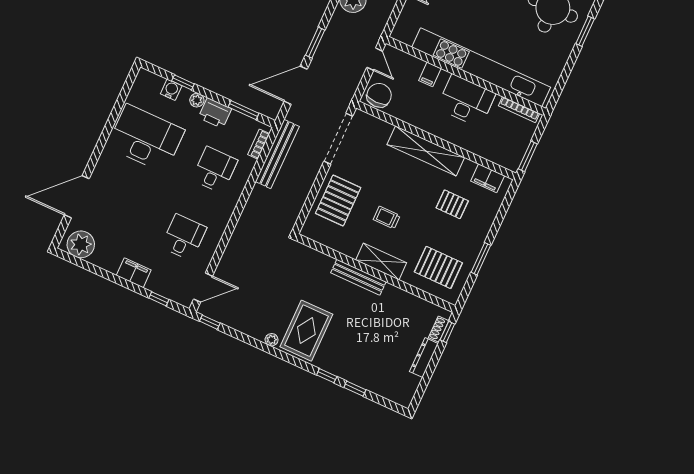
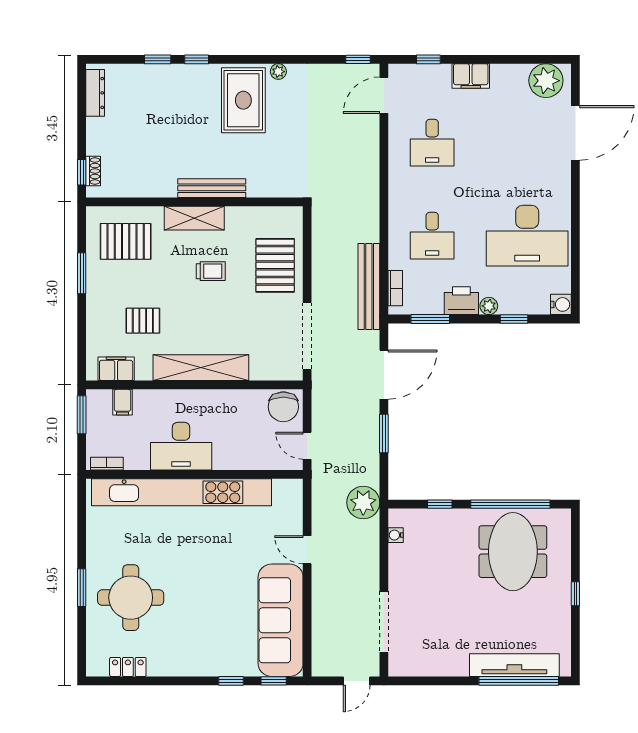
filing cabinet: (430, 74) -> (123, 402), moved, turned 180
water cooler: (171, 90) -> (561, 304), moved, turned -90
bookcase: (519, 110) -> (107, 464), width x0.64
dresser: (424, 358) -> (95, 93), moved

